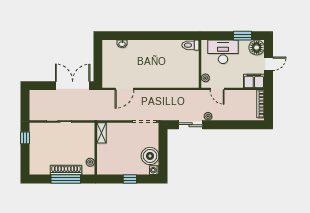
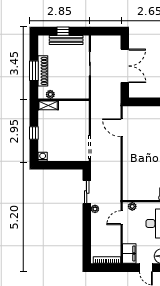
double door: (73, 86) -> (125, 66), moved
shelving: (101, 133) -> (48, 105), moved
window: (25, 138) -> (63, 31), moved
bench: (34, 146) -> (66, 40), added
boiler: (150, 156) -> (56, 153), removed
window: (66, 179) -> (34, 71), width x0.69

